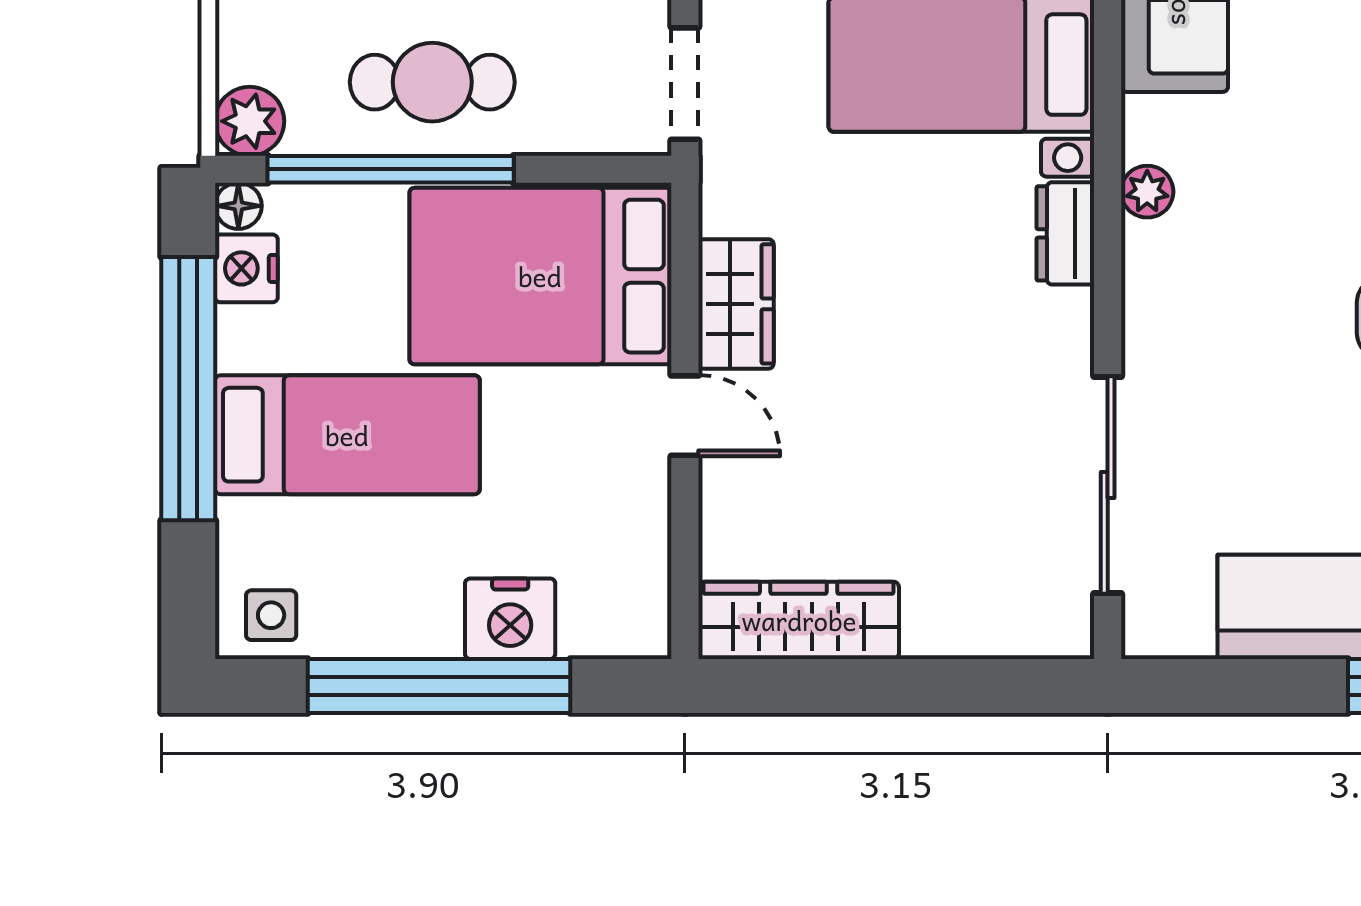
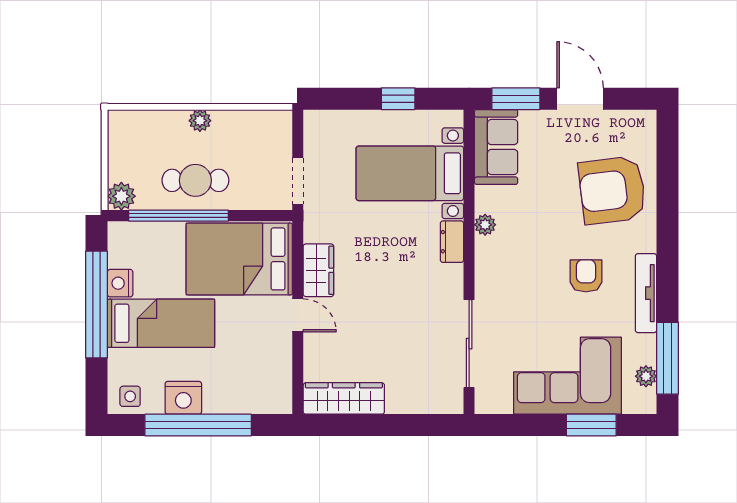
floor lamp: (238, 206) -> (117, 231), removed
nightstand: (246, 268) -> (120, 283), moved
nightstand: (510, 619) -> (183, 398), moved

